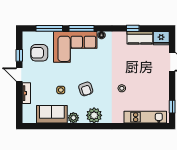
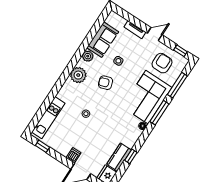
window: (19, 55) -> (180, 51), moved
dishwasher: (163, 76) -> (74, 155), added

